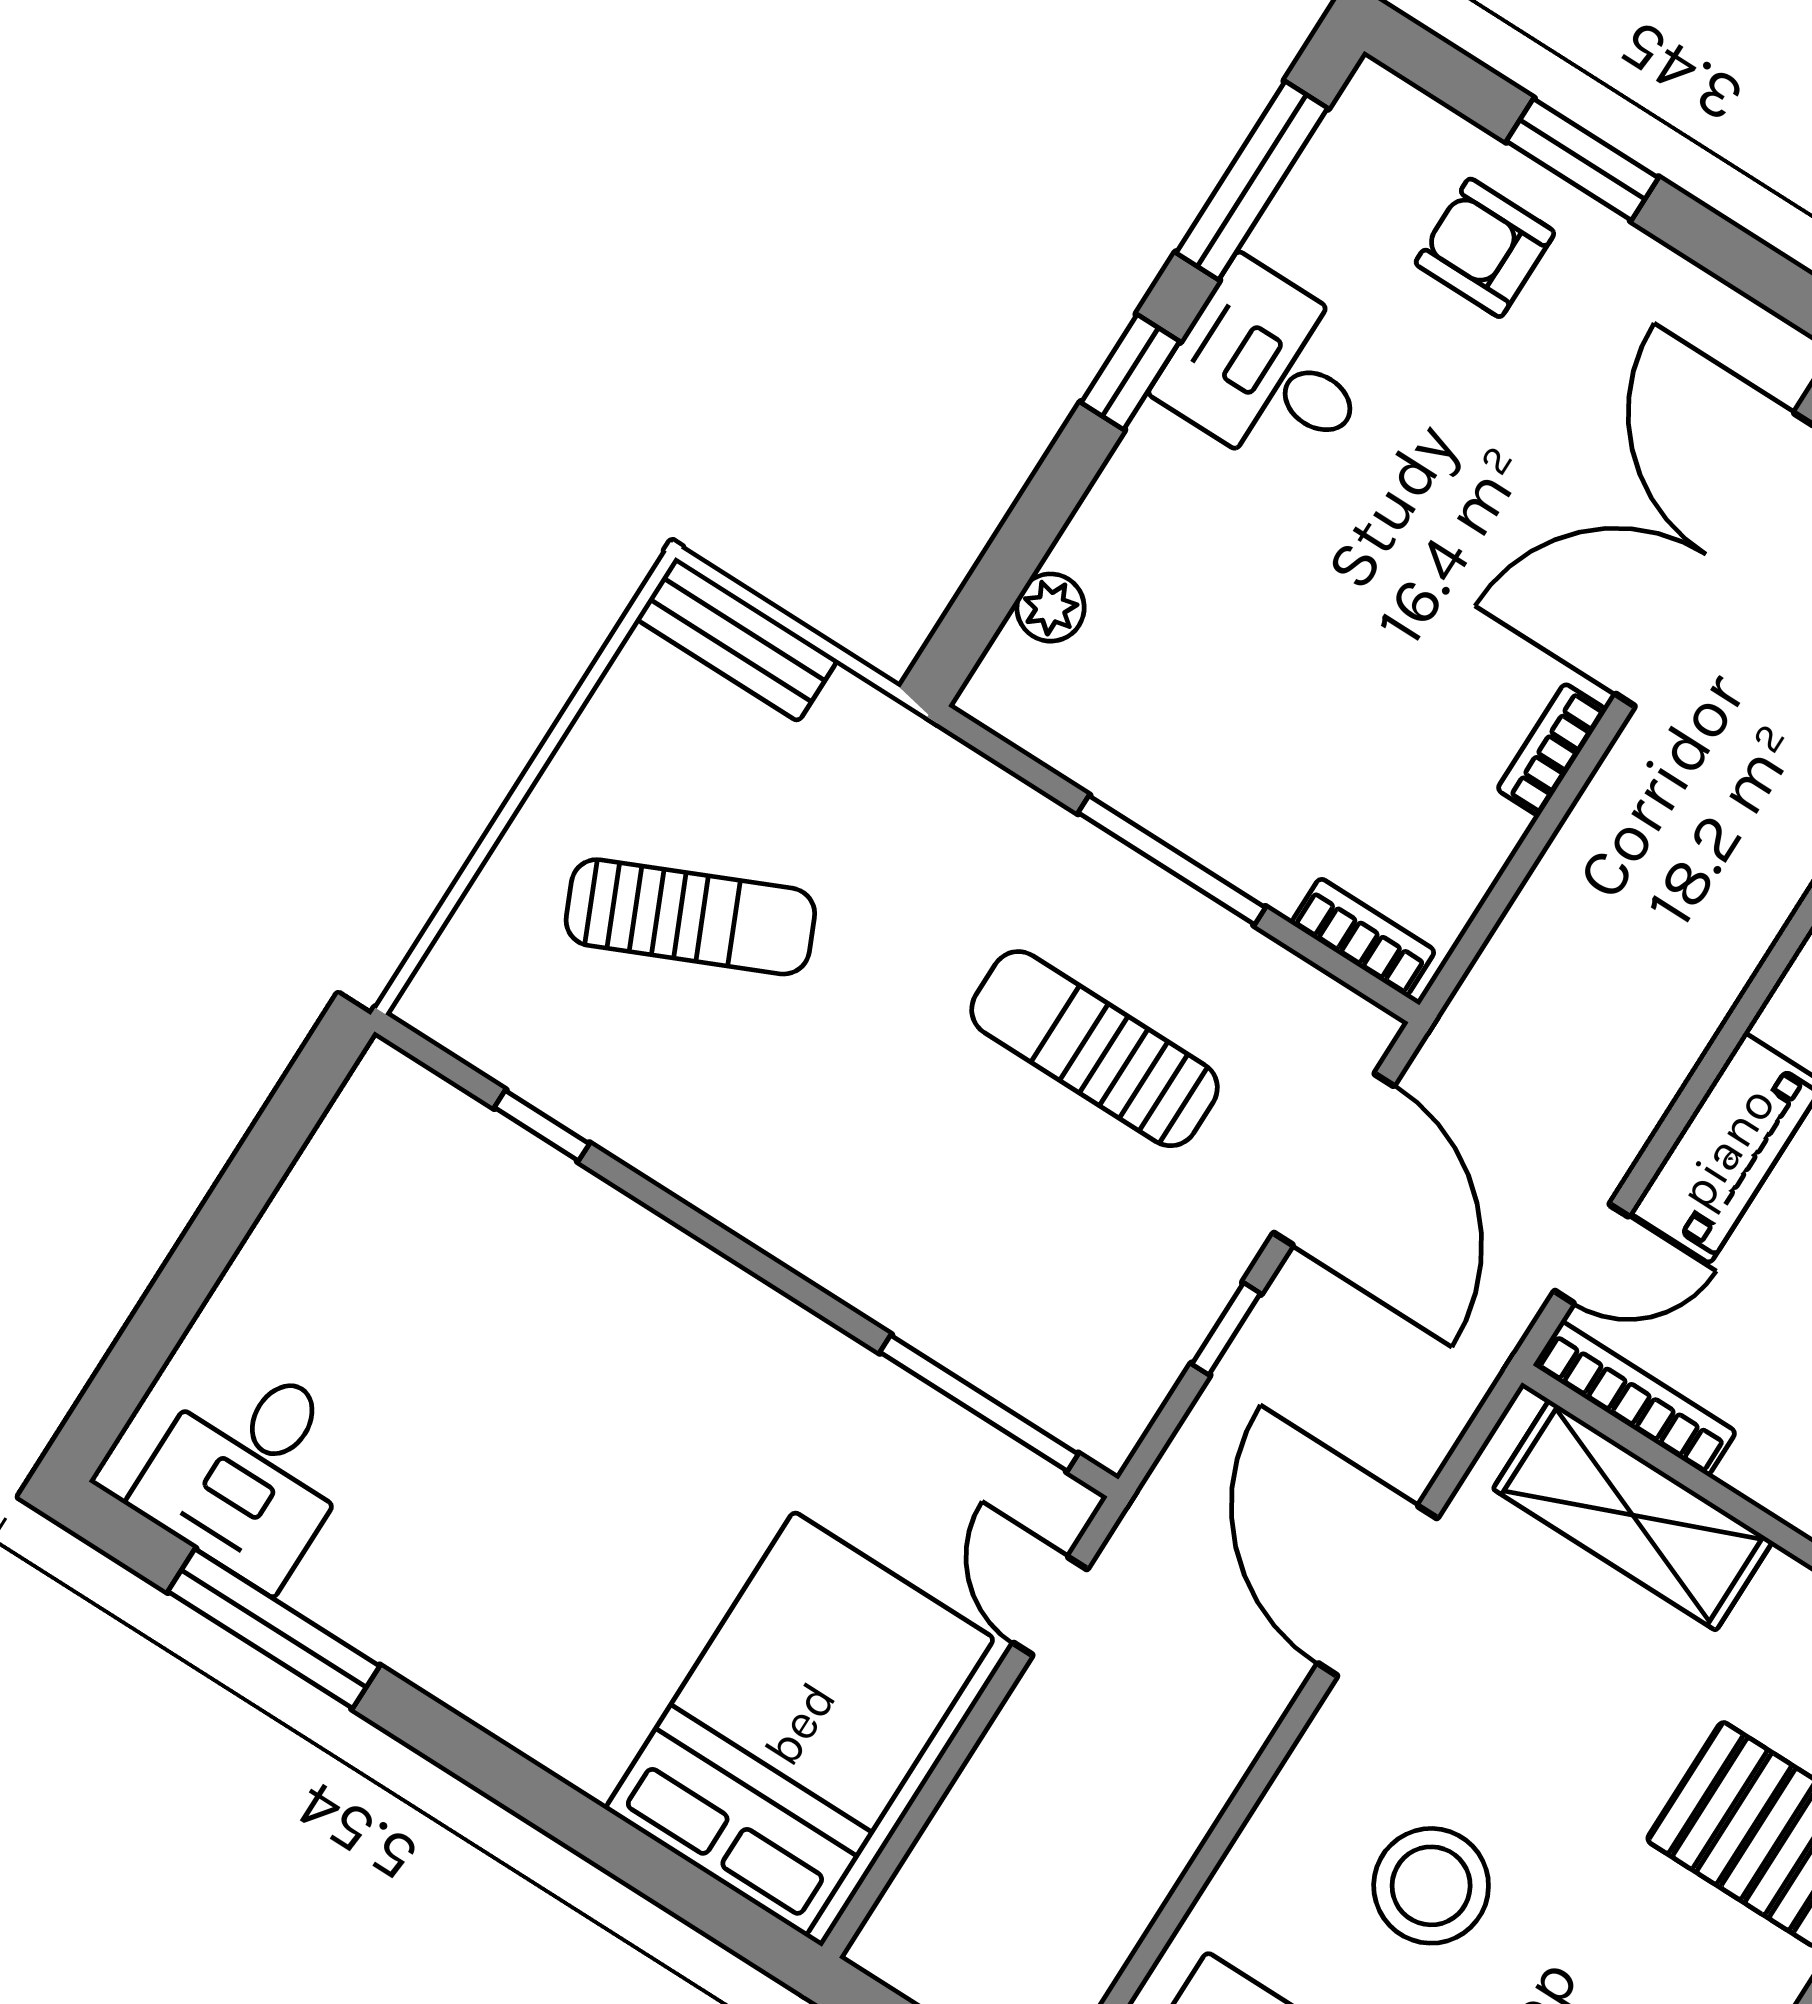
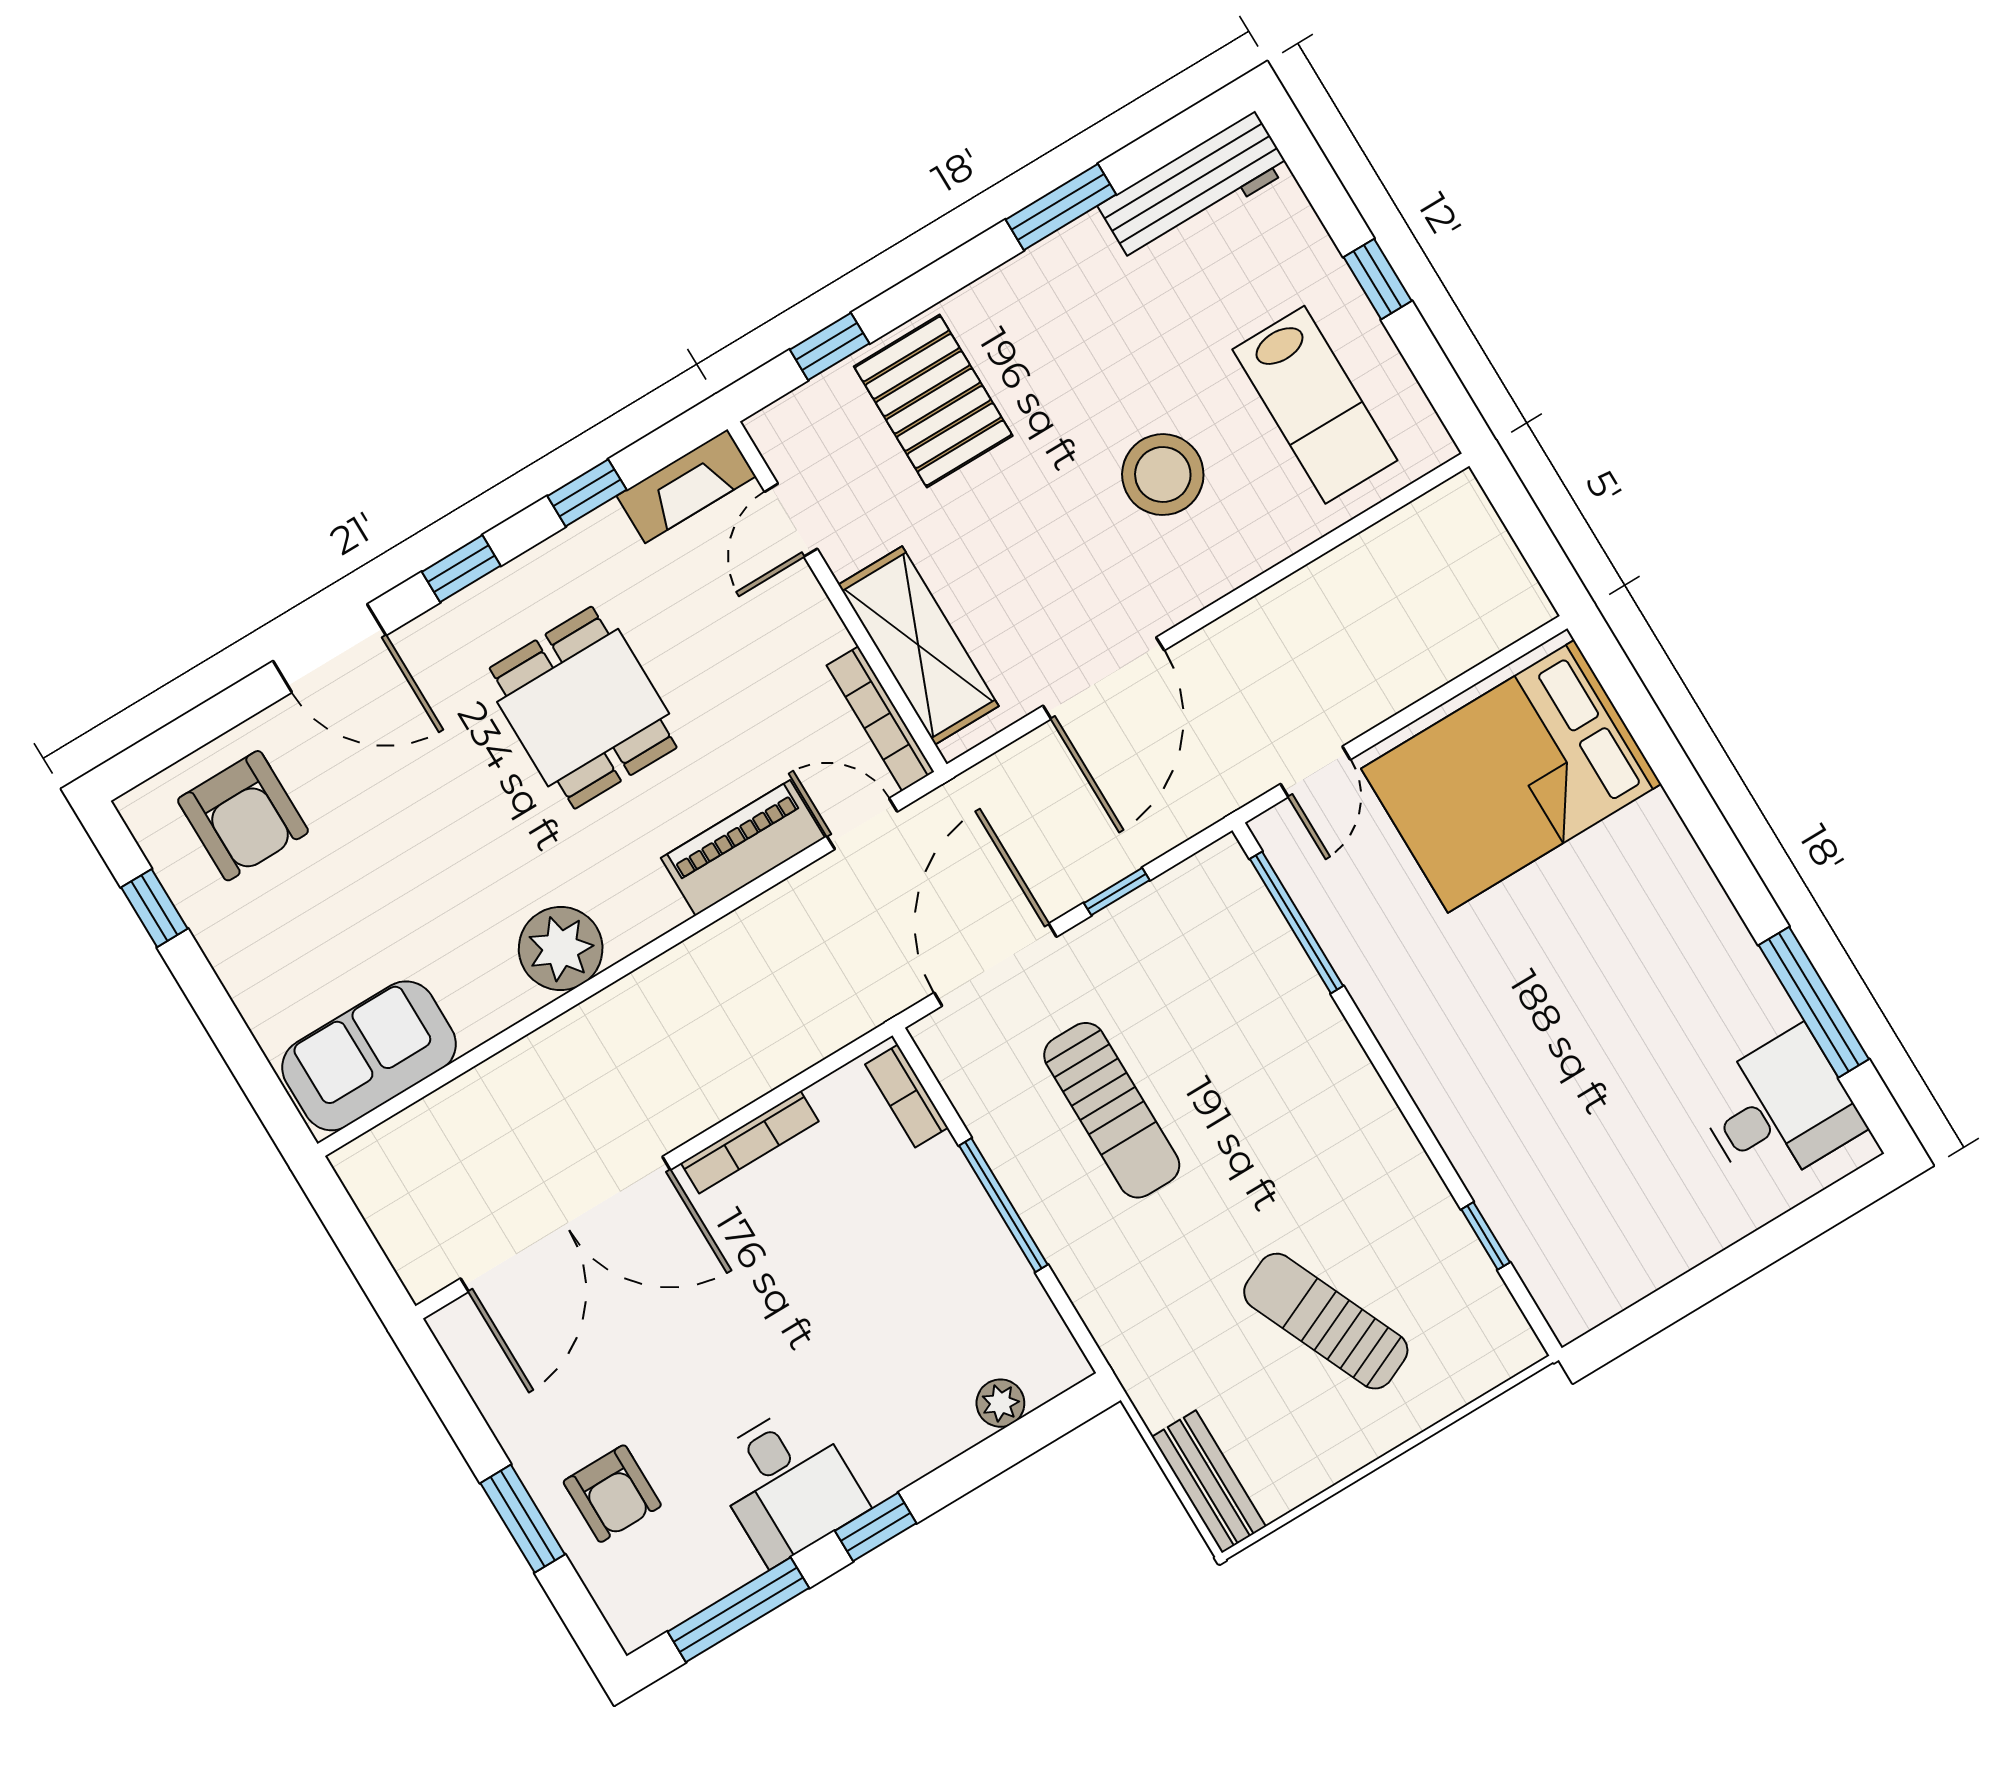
bookcase: (1552, 750) -> (750, 1142), width x1.56

